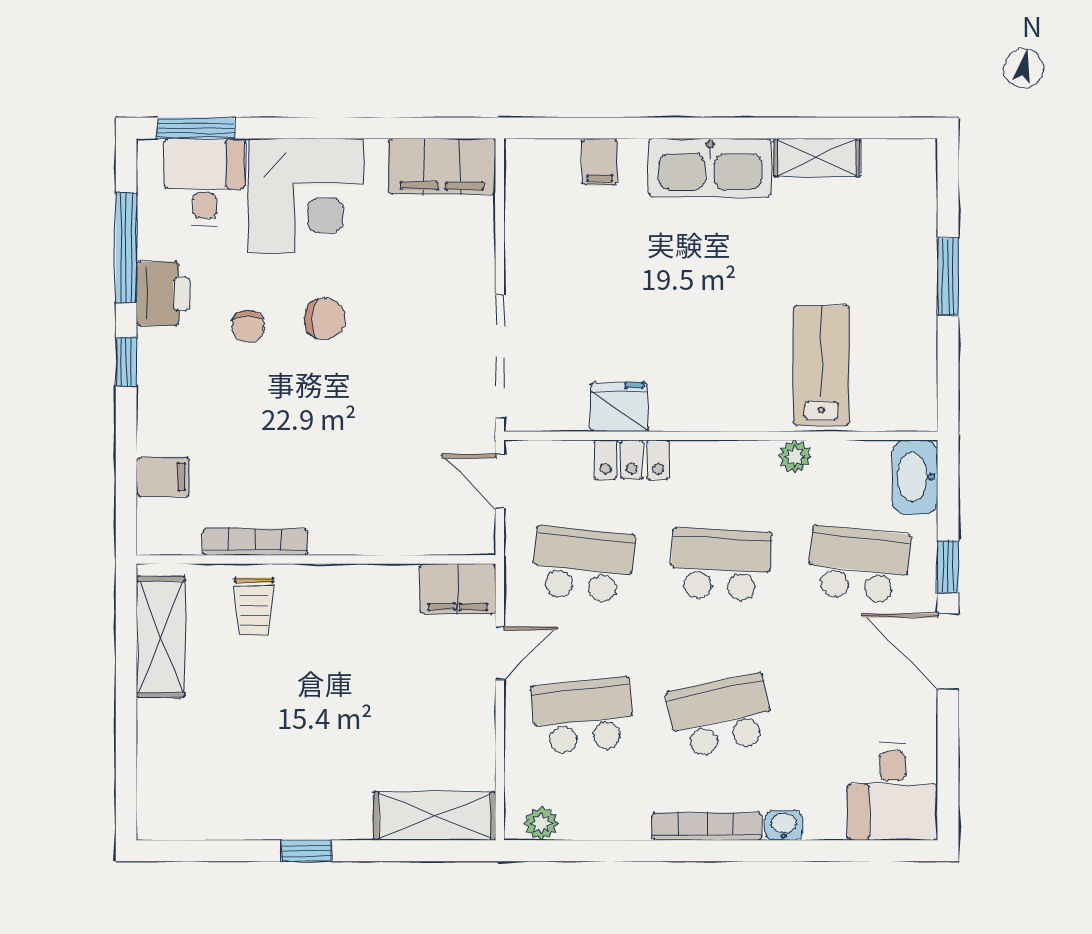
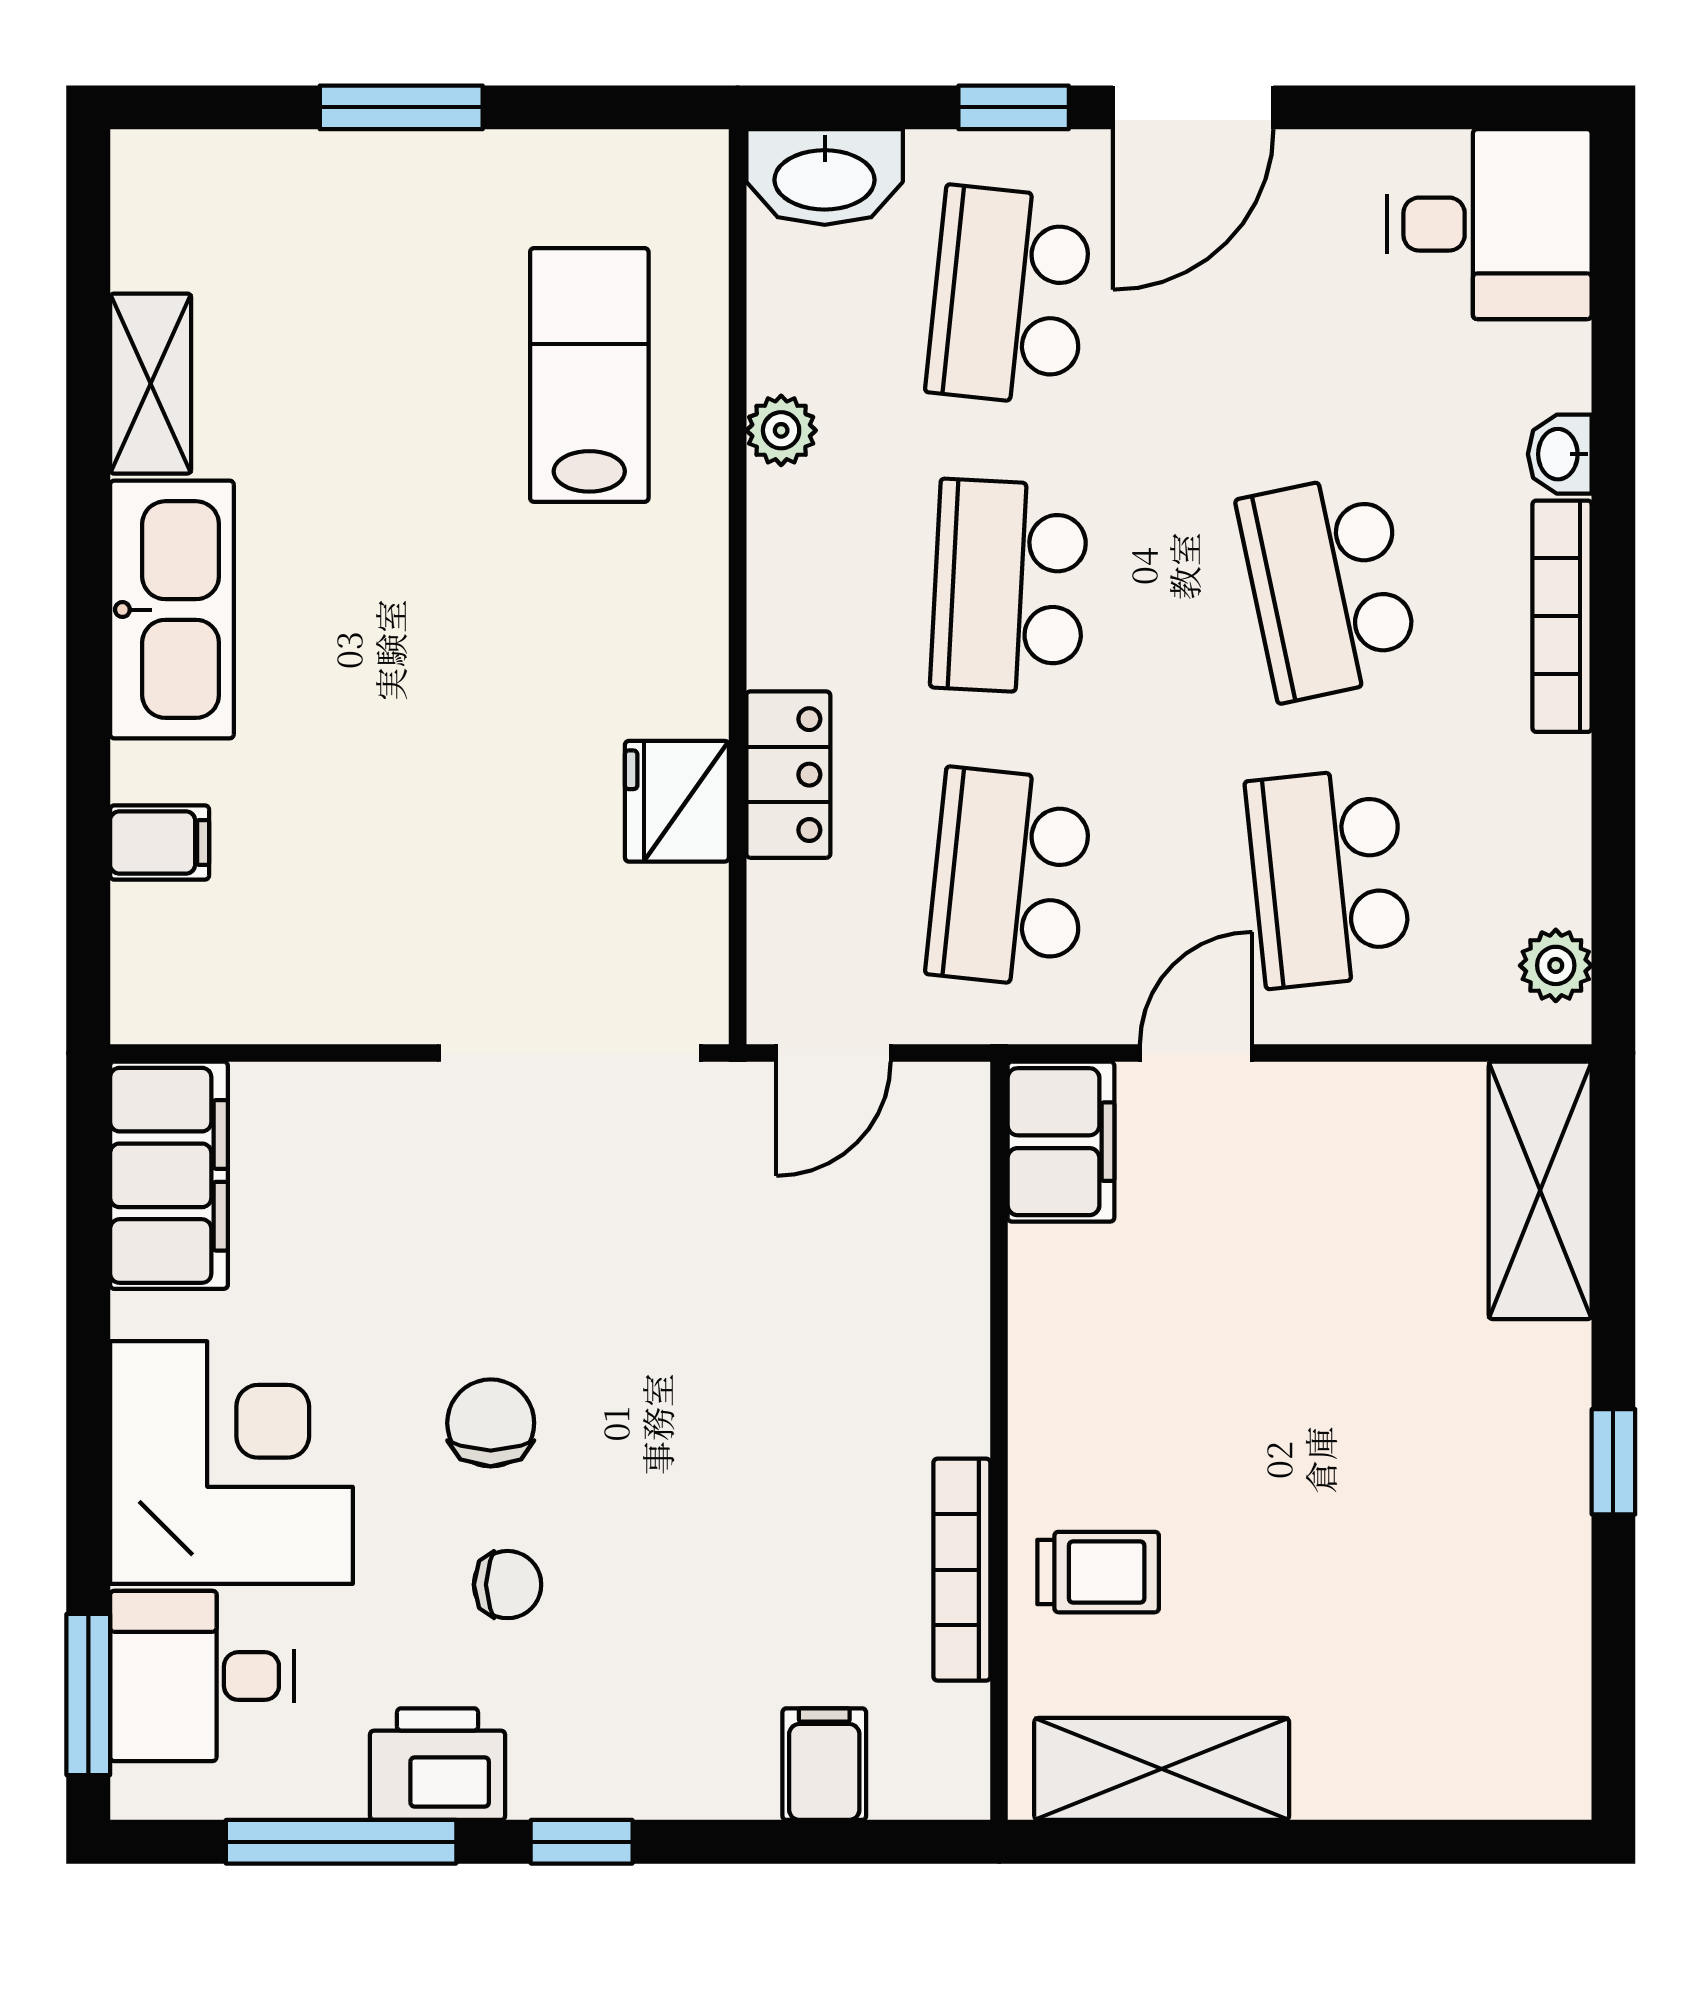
lab bench: (821, 365) -> (589, 375), turned 90
door: (500, 653) -> (1196, 1053), hinge flipped

